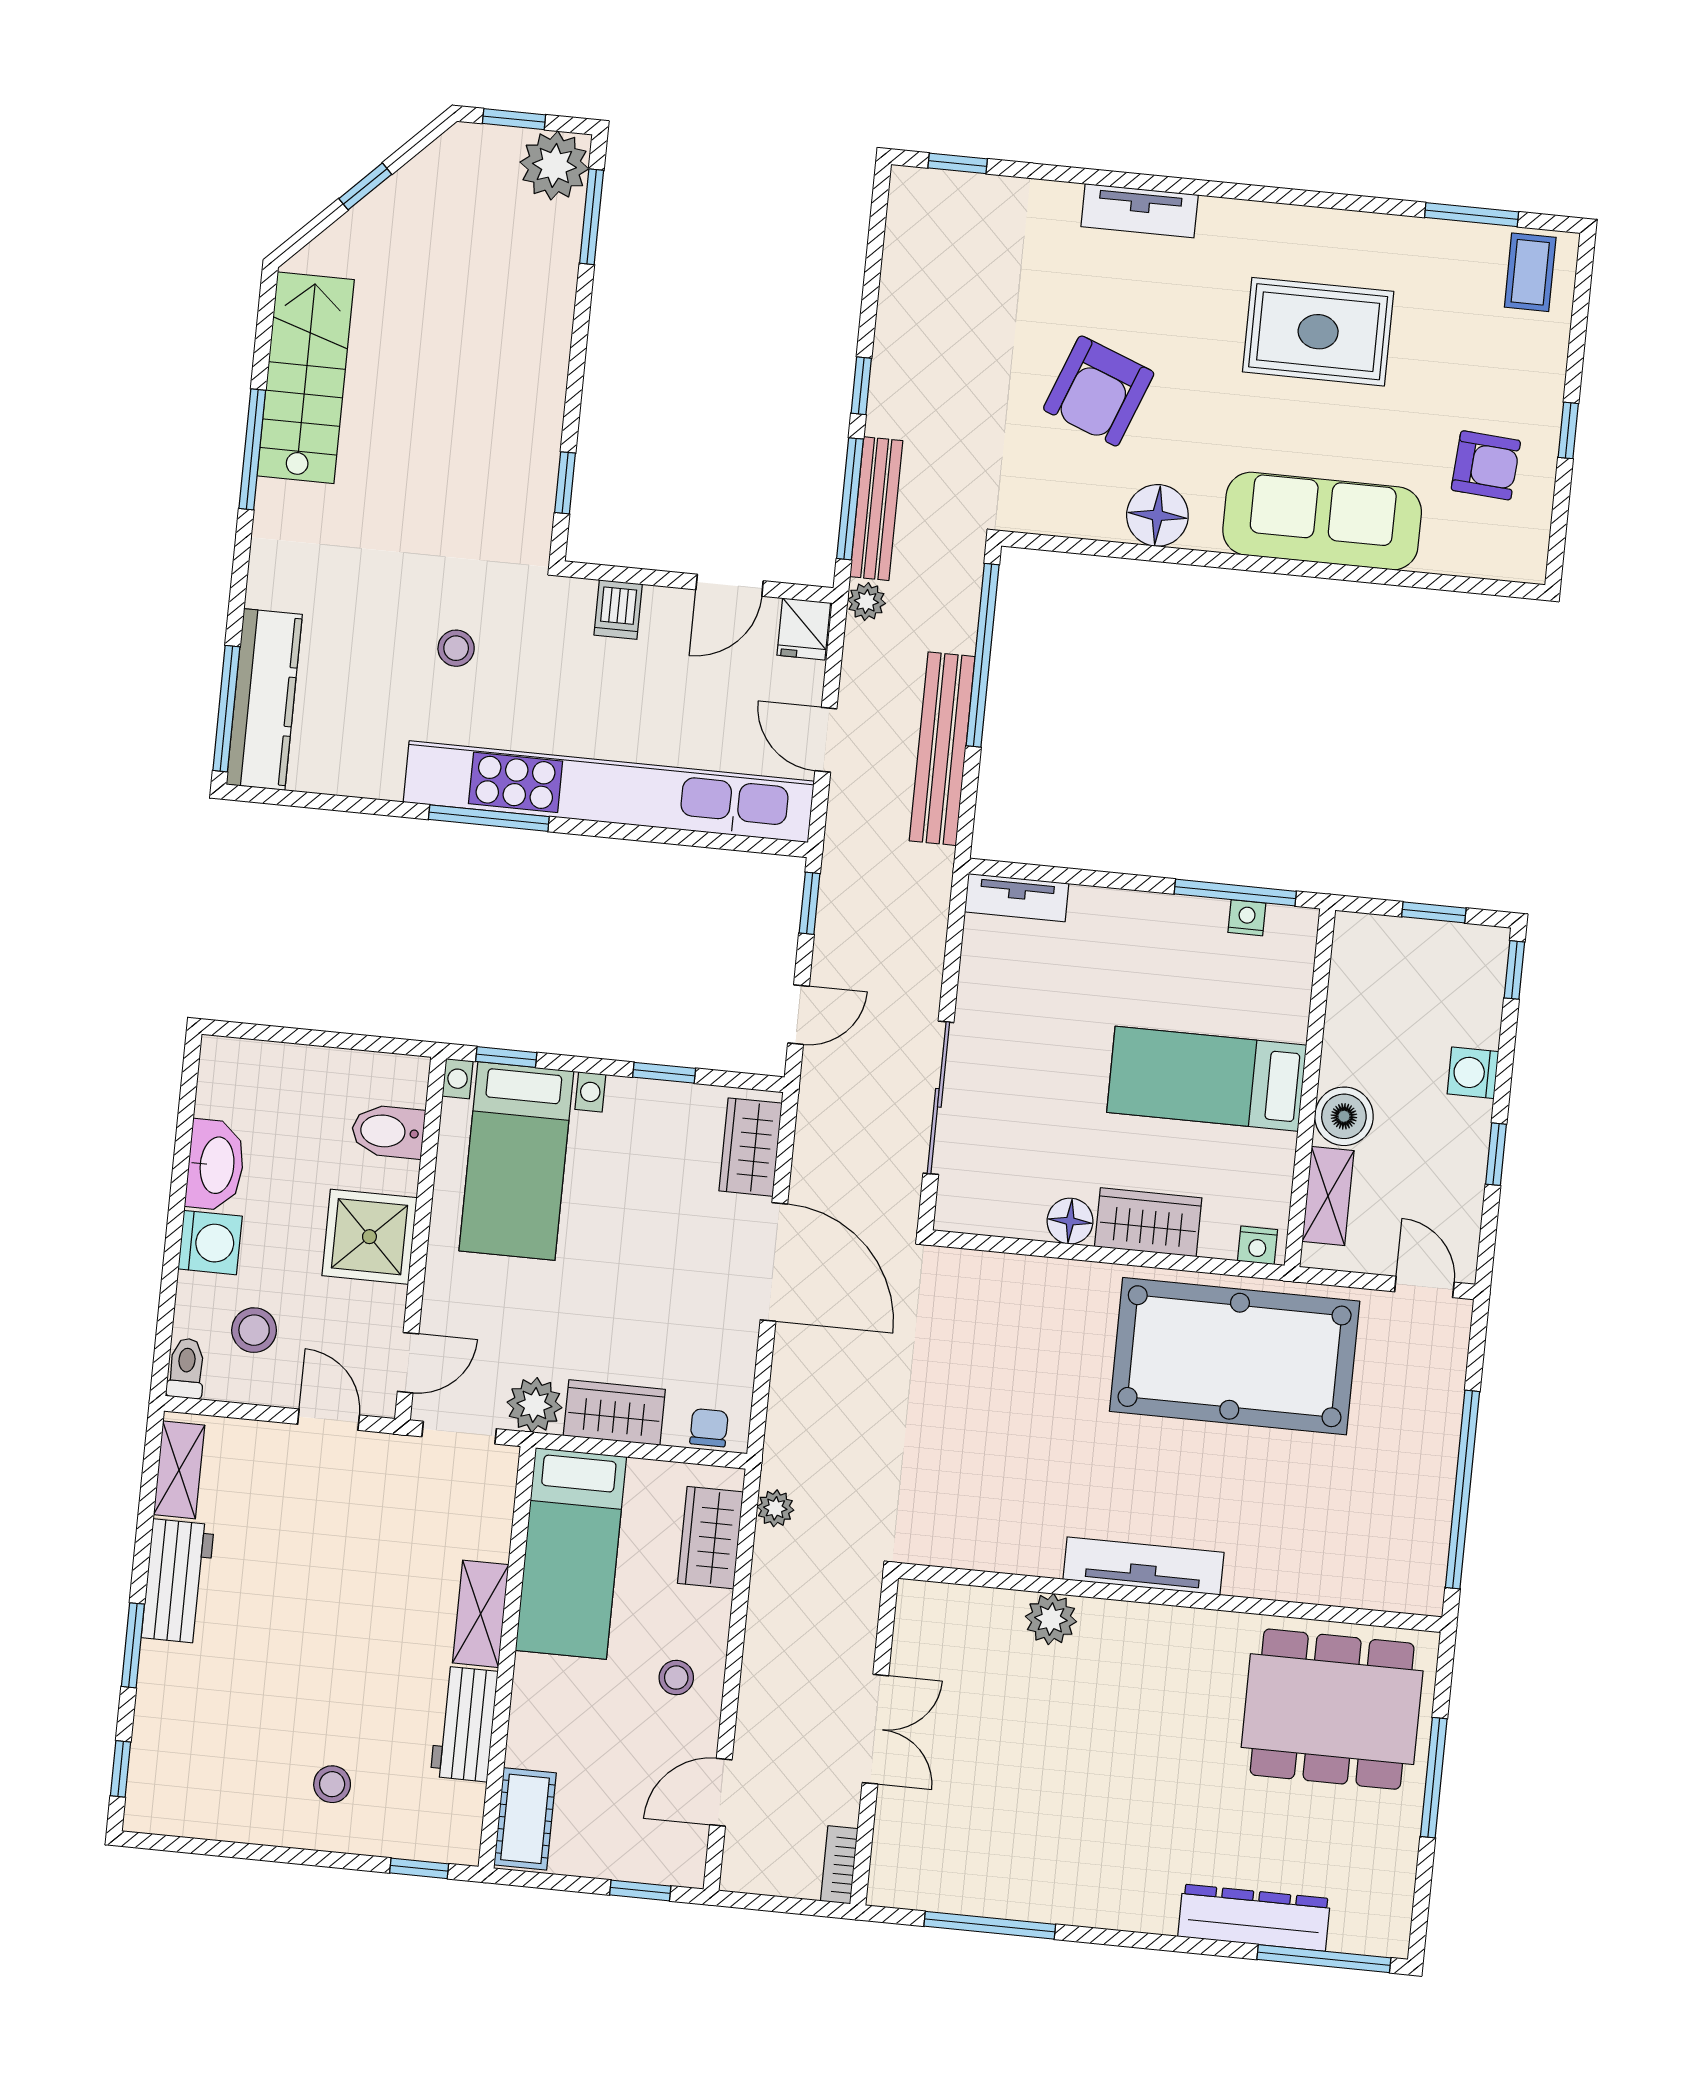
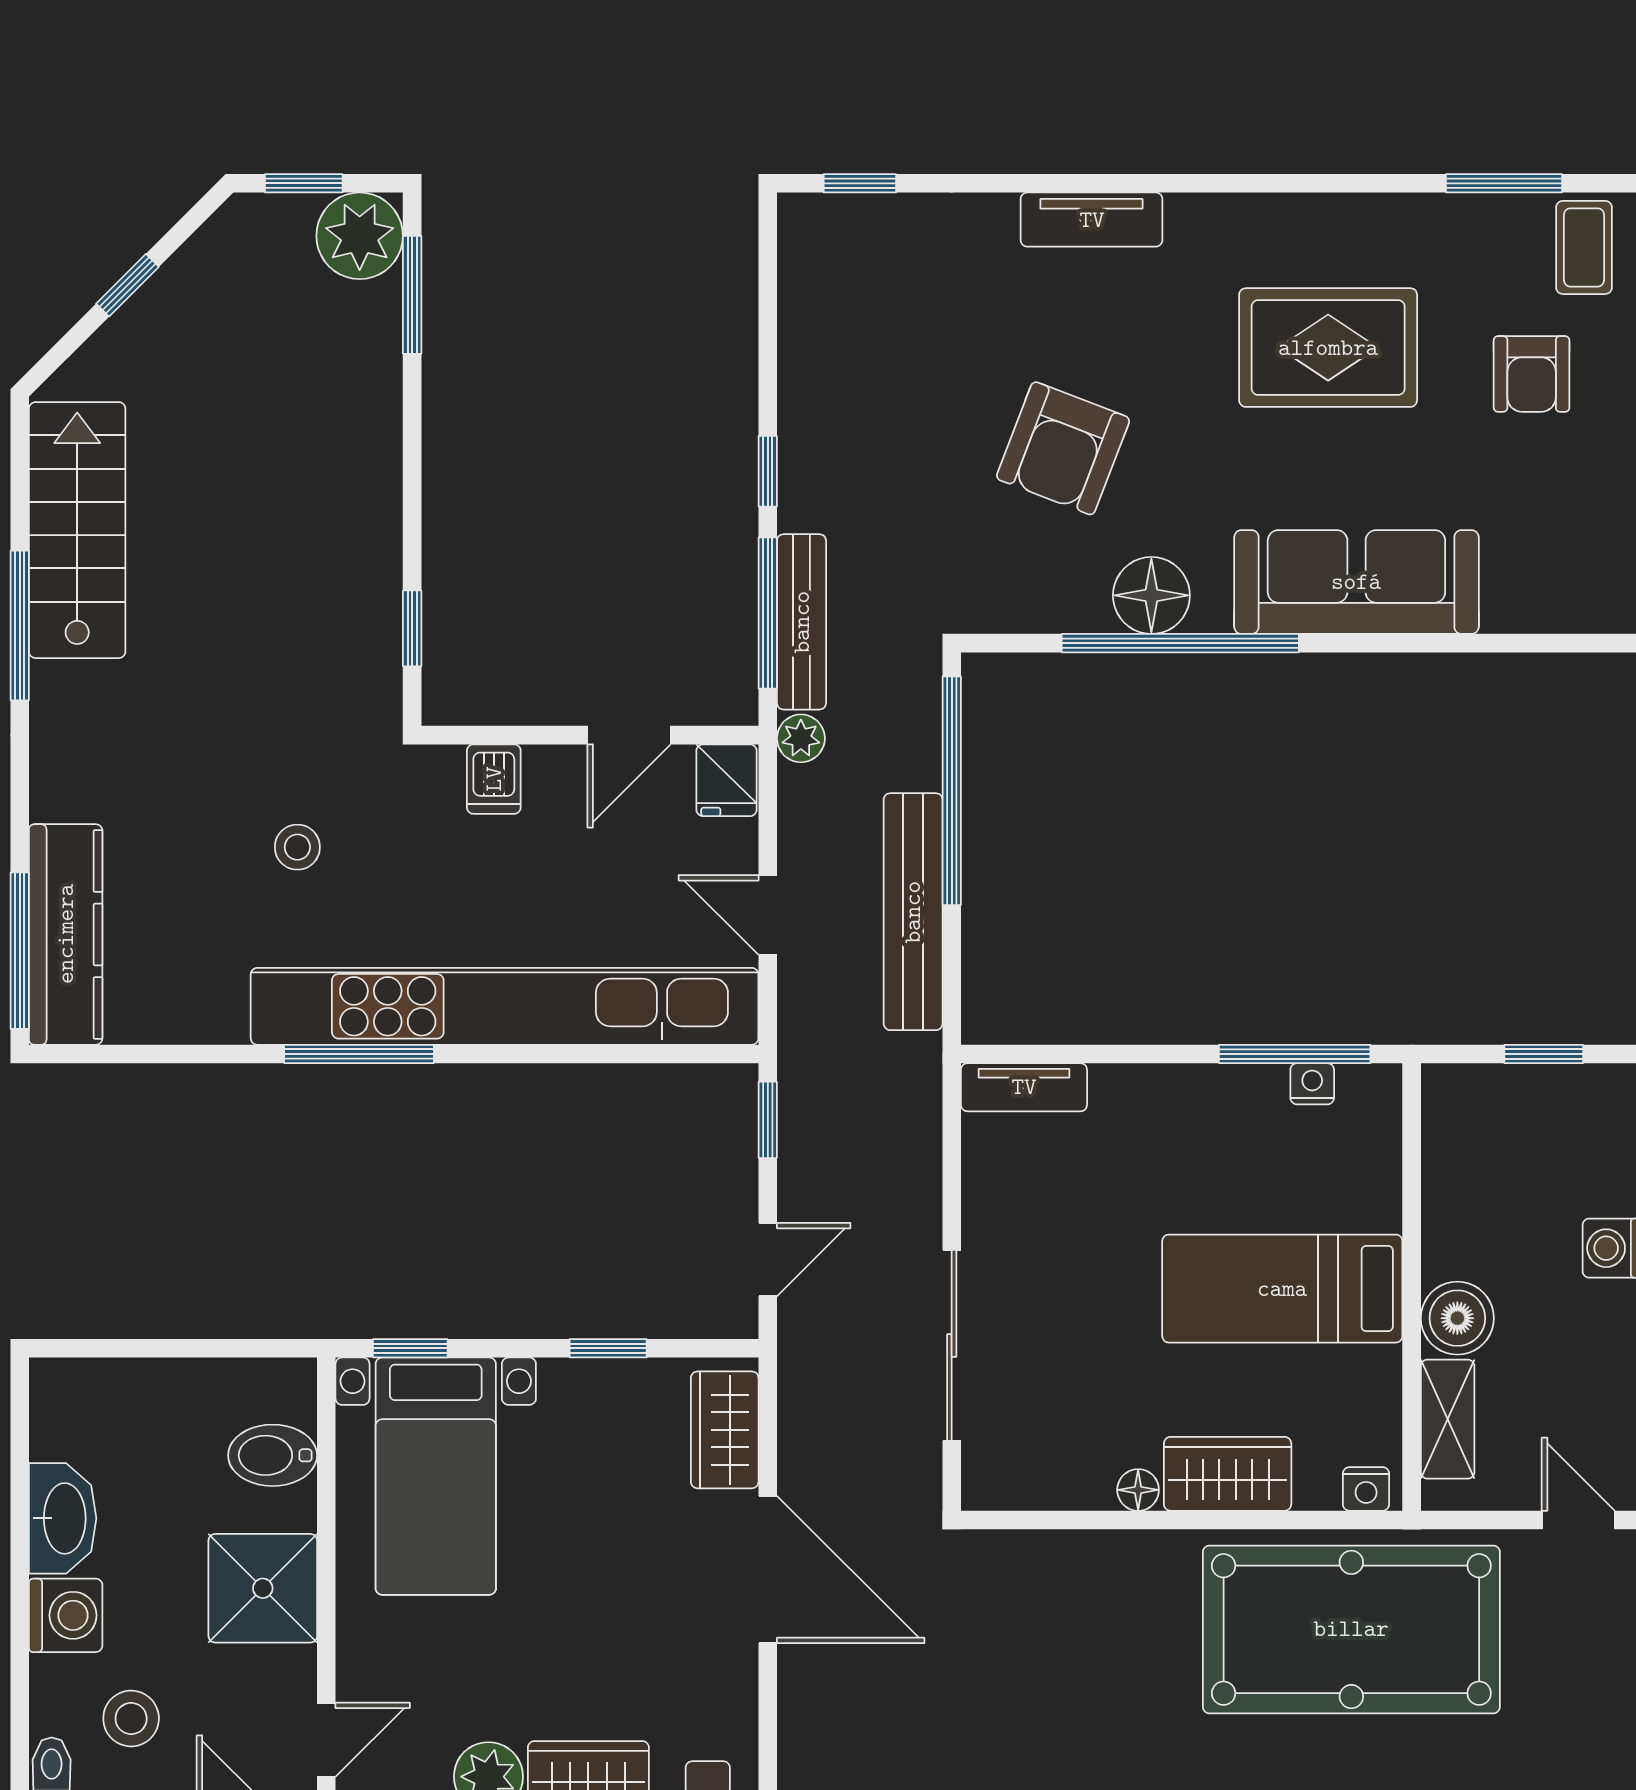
armchair: (1486, 465) -> (1532, 374), moved, turned 86
window: (1177, 556) -> (1180, 643), added
floor lamp: (1070, 1221) -> (1138, 1490), width x0.73, depth x0.73

